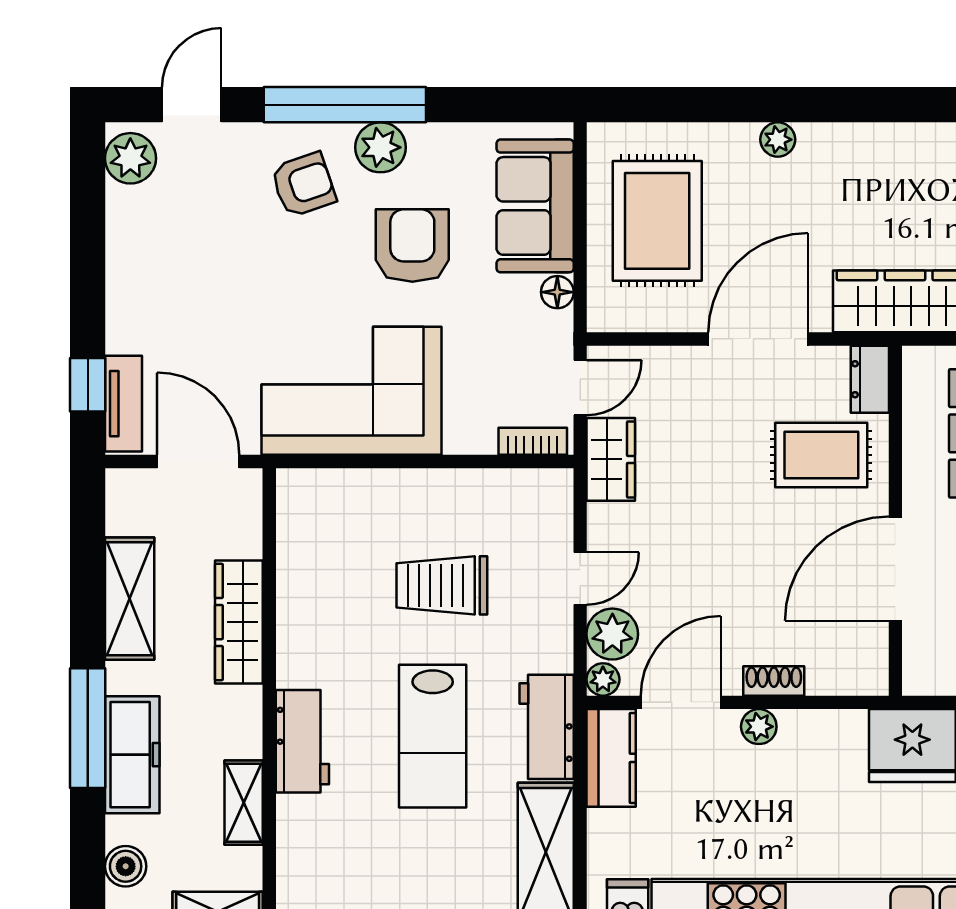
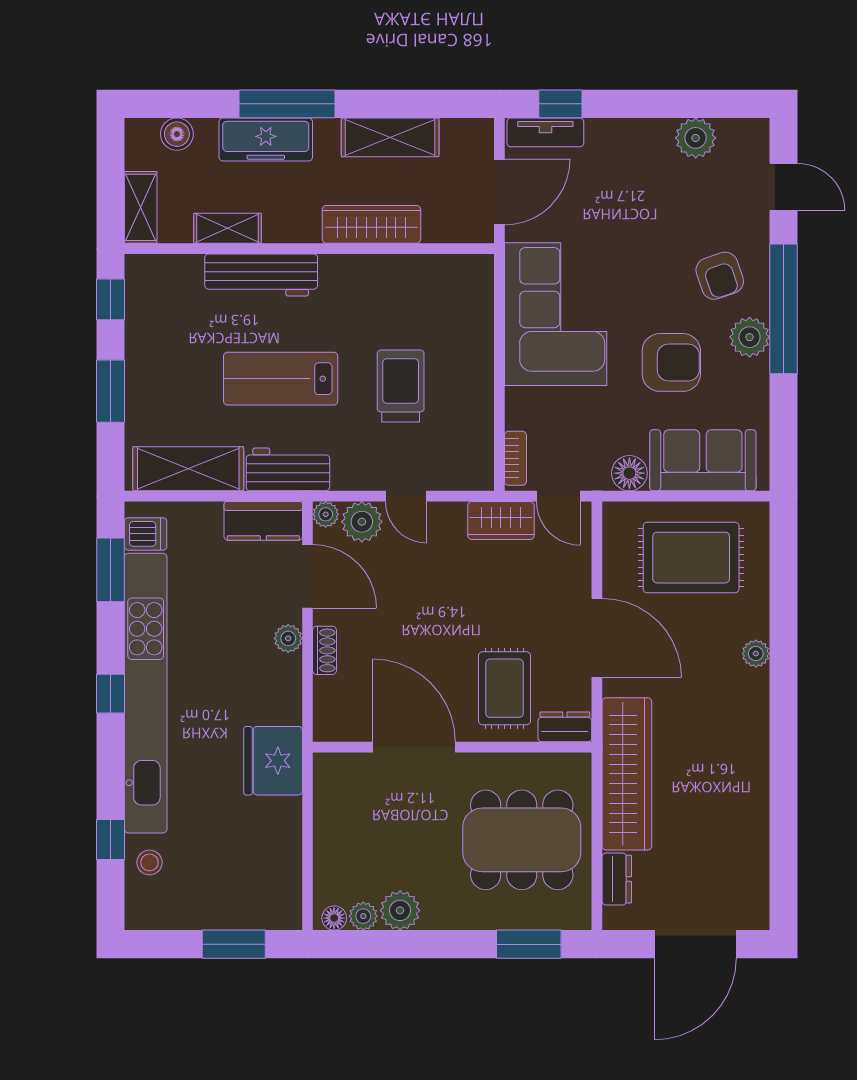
plant: (130, 158) -> (696, 138), moved
floor lamp: (557, 292) -> (629, 473), width x1.37, depth x1.37
workbench: (302, 741) -> (261, 275), width x1.37

